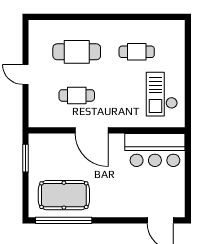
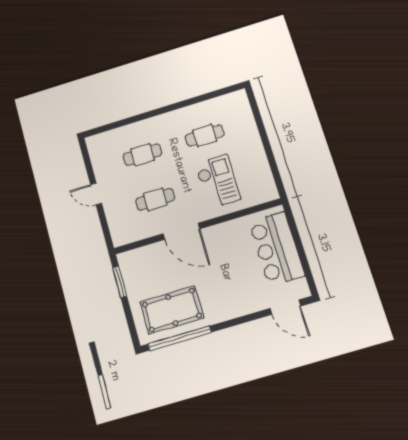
cafe table: (77, 52) -> (142, 155), width x0.73, depth x0.74
checkout: (162, 94) -> (218, 181), moved, turned 180
bar counter: (155, 150) -> (277, 249), moved, turned 90

